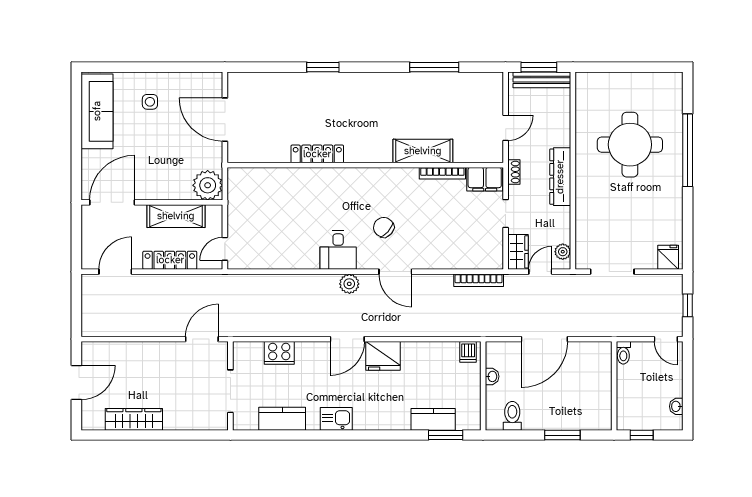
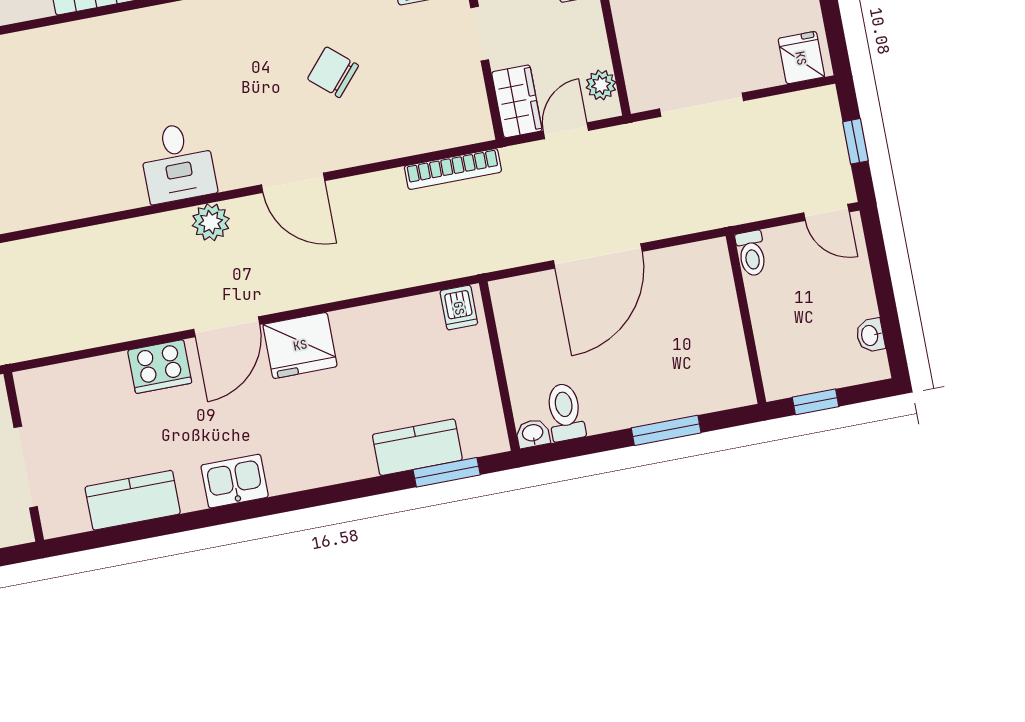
chair: (384, 227) -> (333, 72), moved
cooker: (279, 353) -> (160, 367), moved
washbasin: (492, 376) -> (533, 434), moved, turned -90

